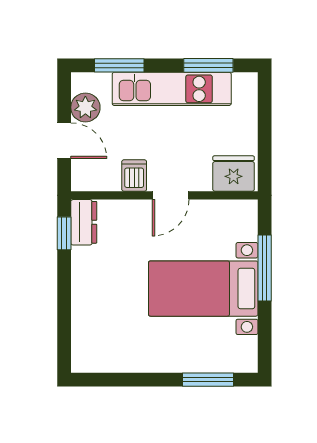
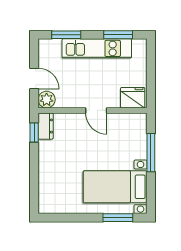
plant: (85, 107) -> (47, 100), moved
dishwasher: (134, 176) -> (75, 99), removed
door: (171, 195) -> (96, 110), hinge flipped
bed with nightstands: (203, 289) -> (115, 187), moved

